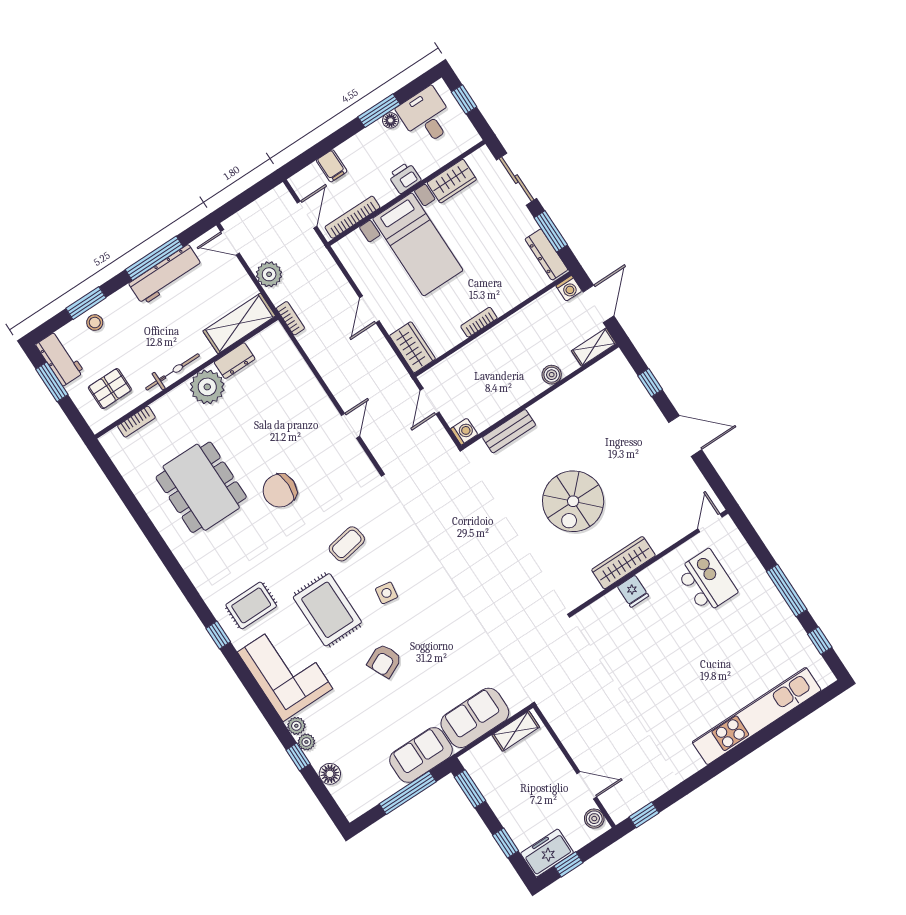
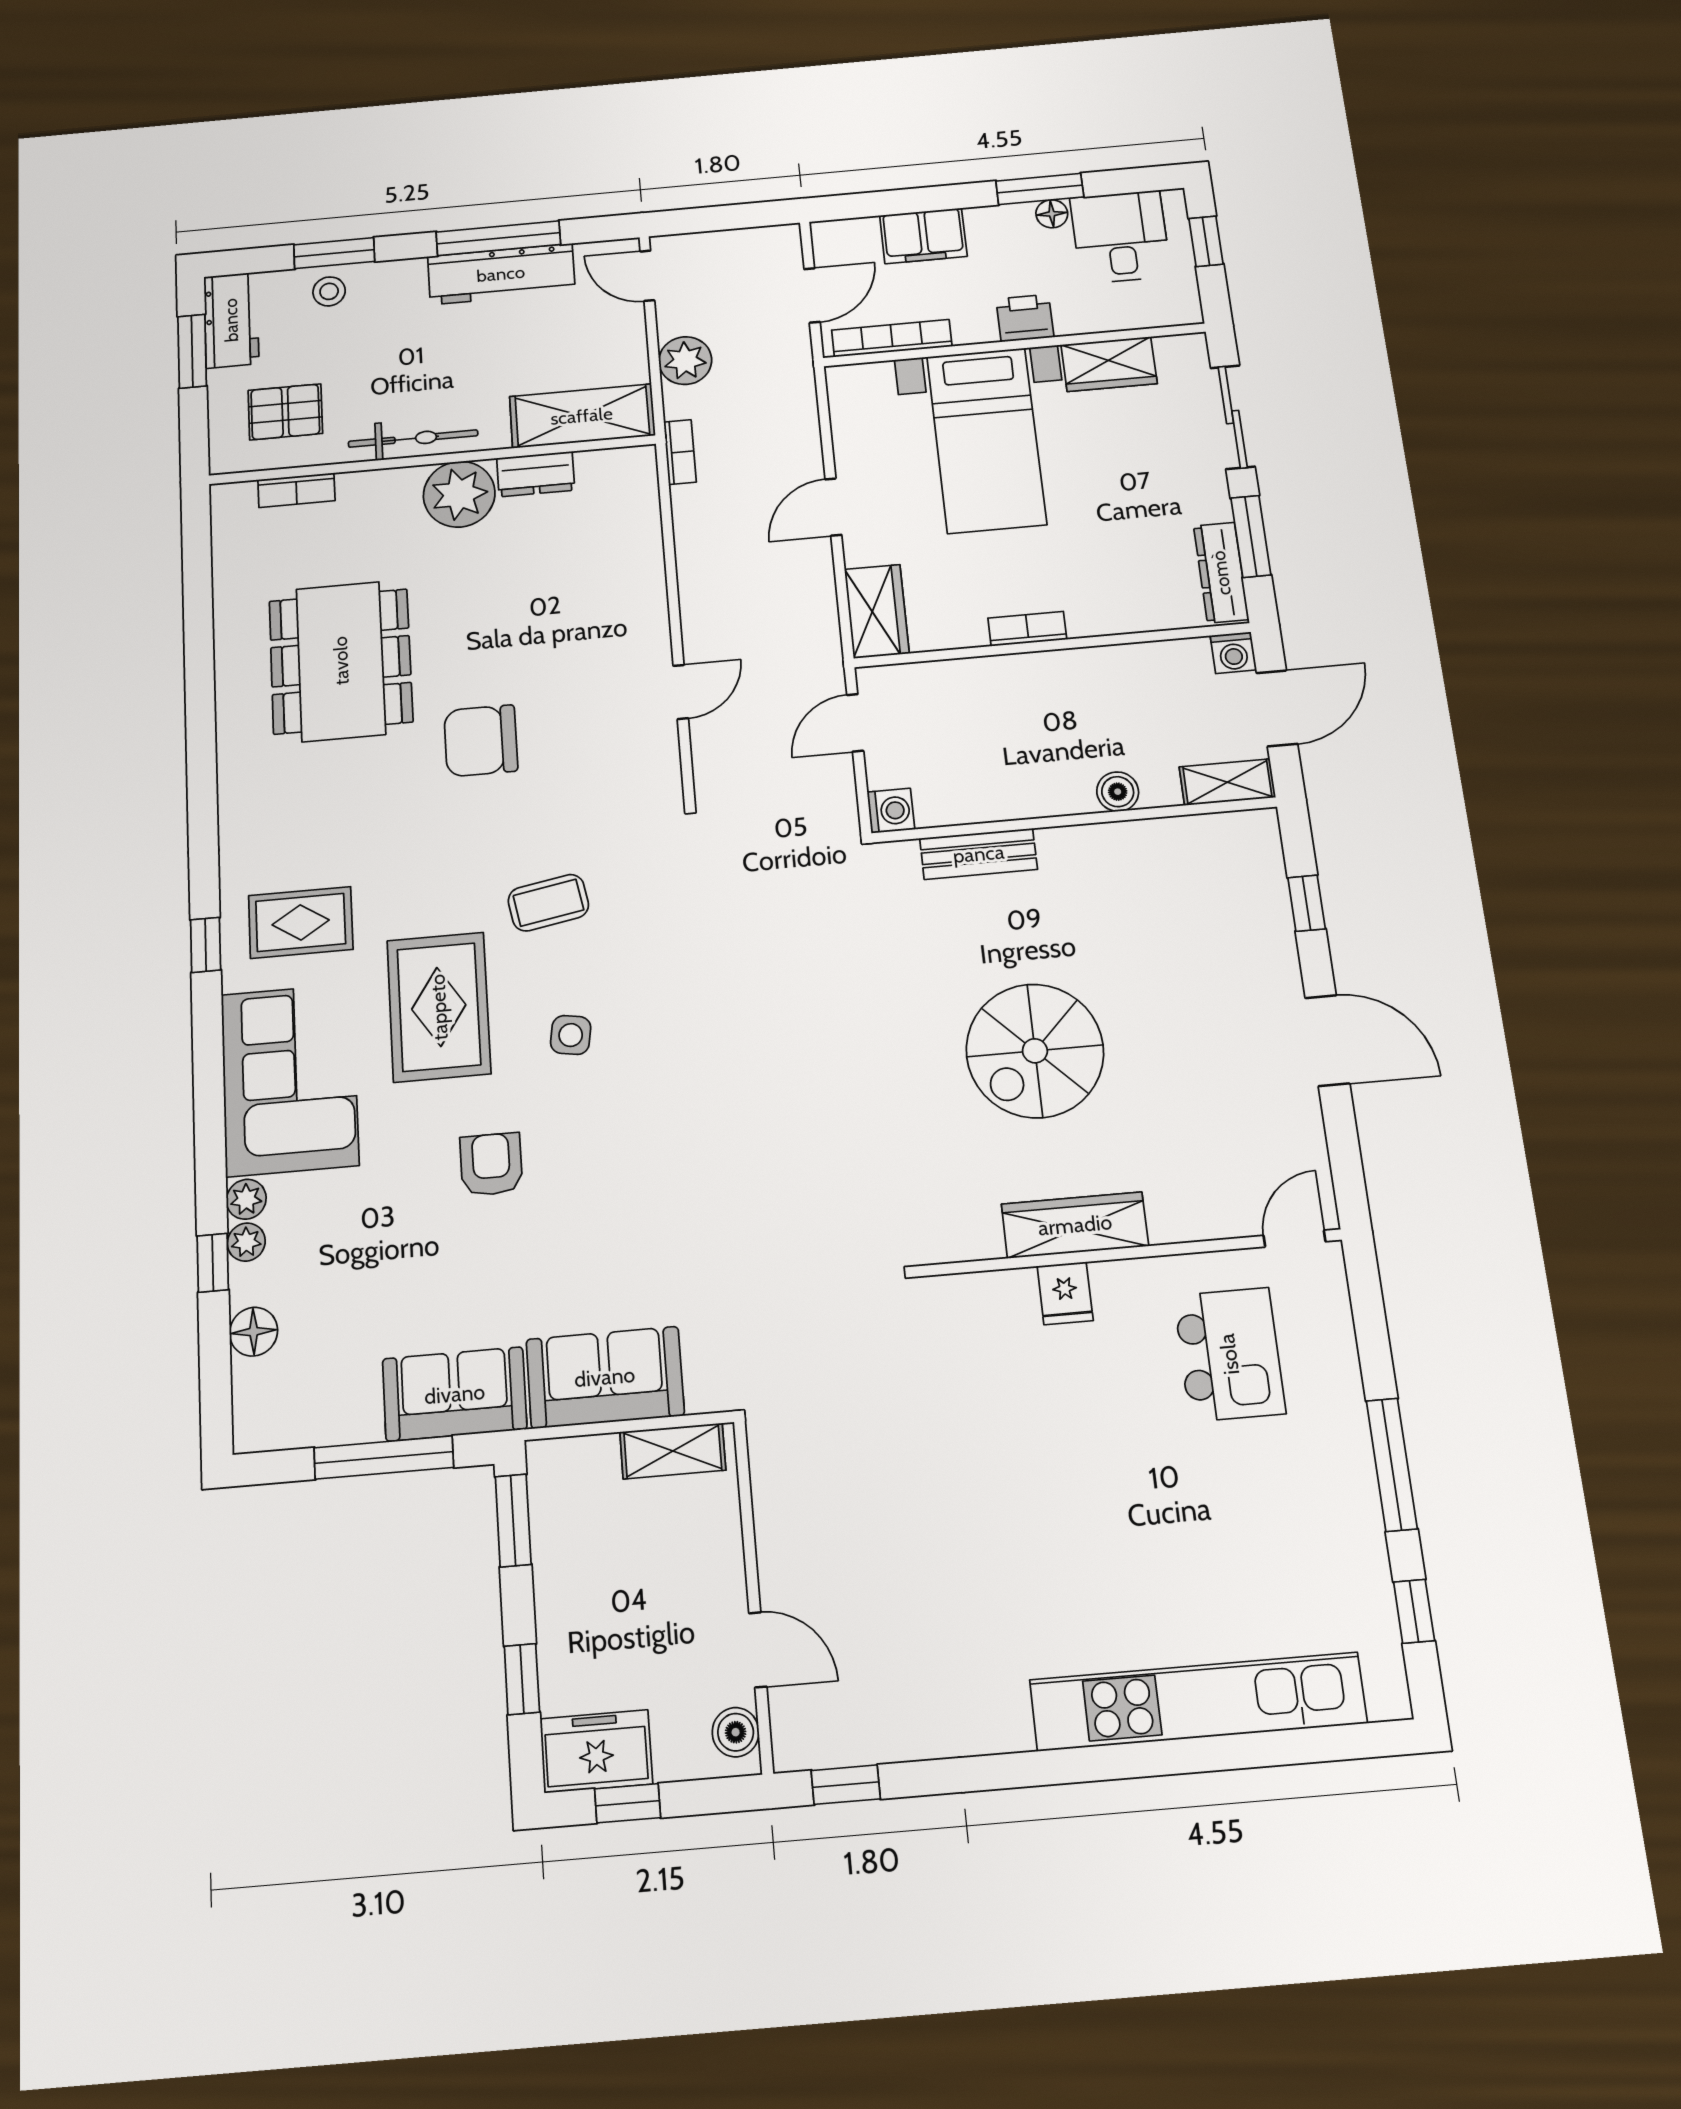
filing cabinet: (332, 166) -> (923, 236), width x2.00
armchair: (384, 661) -> (491, 1164), turned 115

